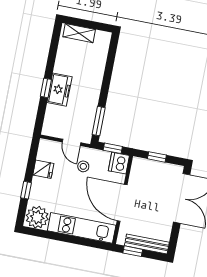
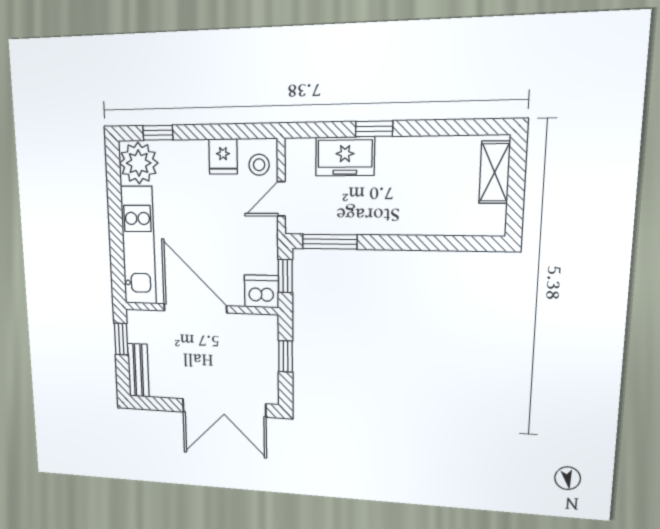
freezer: (59, 90) -> (345, 156), moved
stool: (83, 166) -> (259, 165), moved
window: (26, 190) -> (158, 133), moved
door: (122, 203) -> (195, 308), hinge flipped
bench: (147, 244) -> (138, 370), width x0.73

